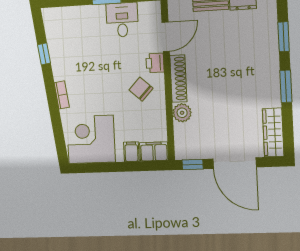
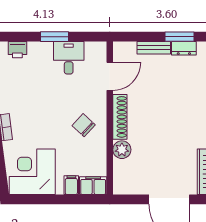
printer: (155, 63) -> (17, 50), moved, turned -90
window: (193, 164) -> (130, 199), removed

